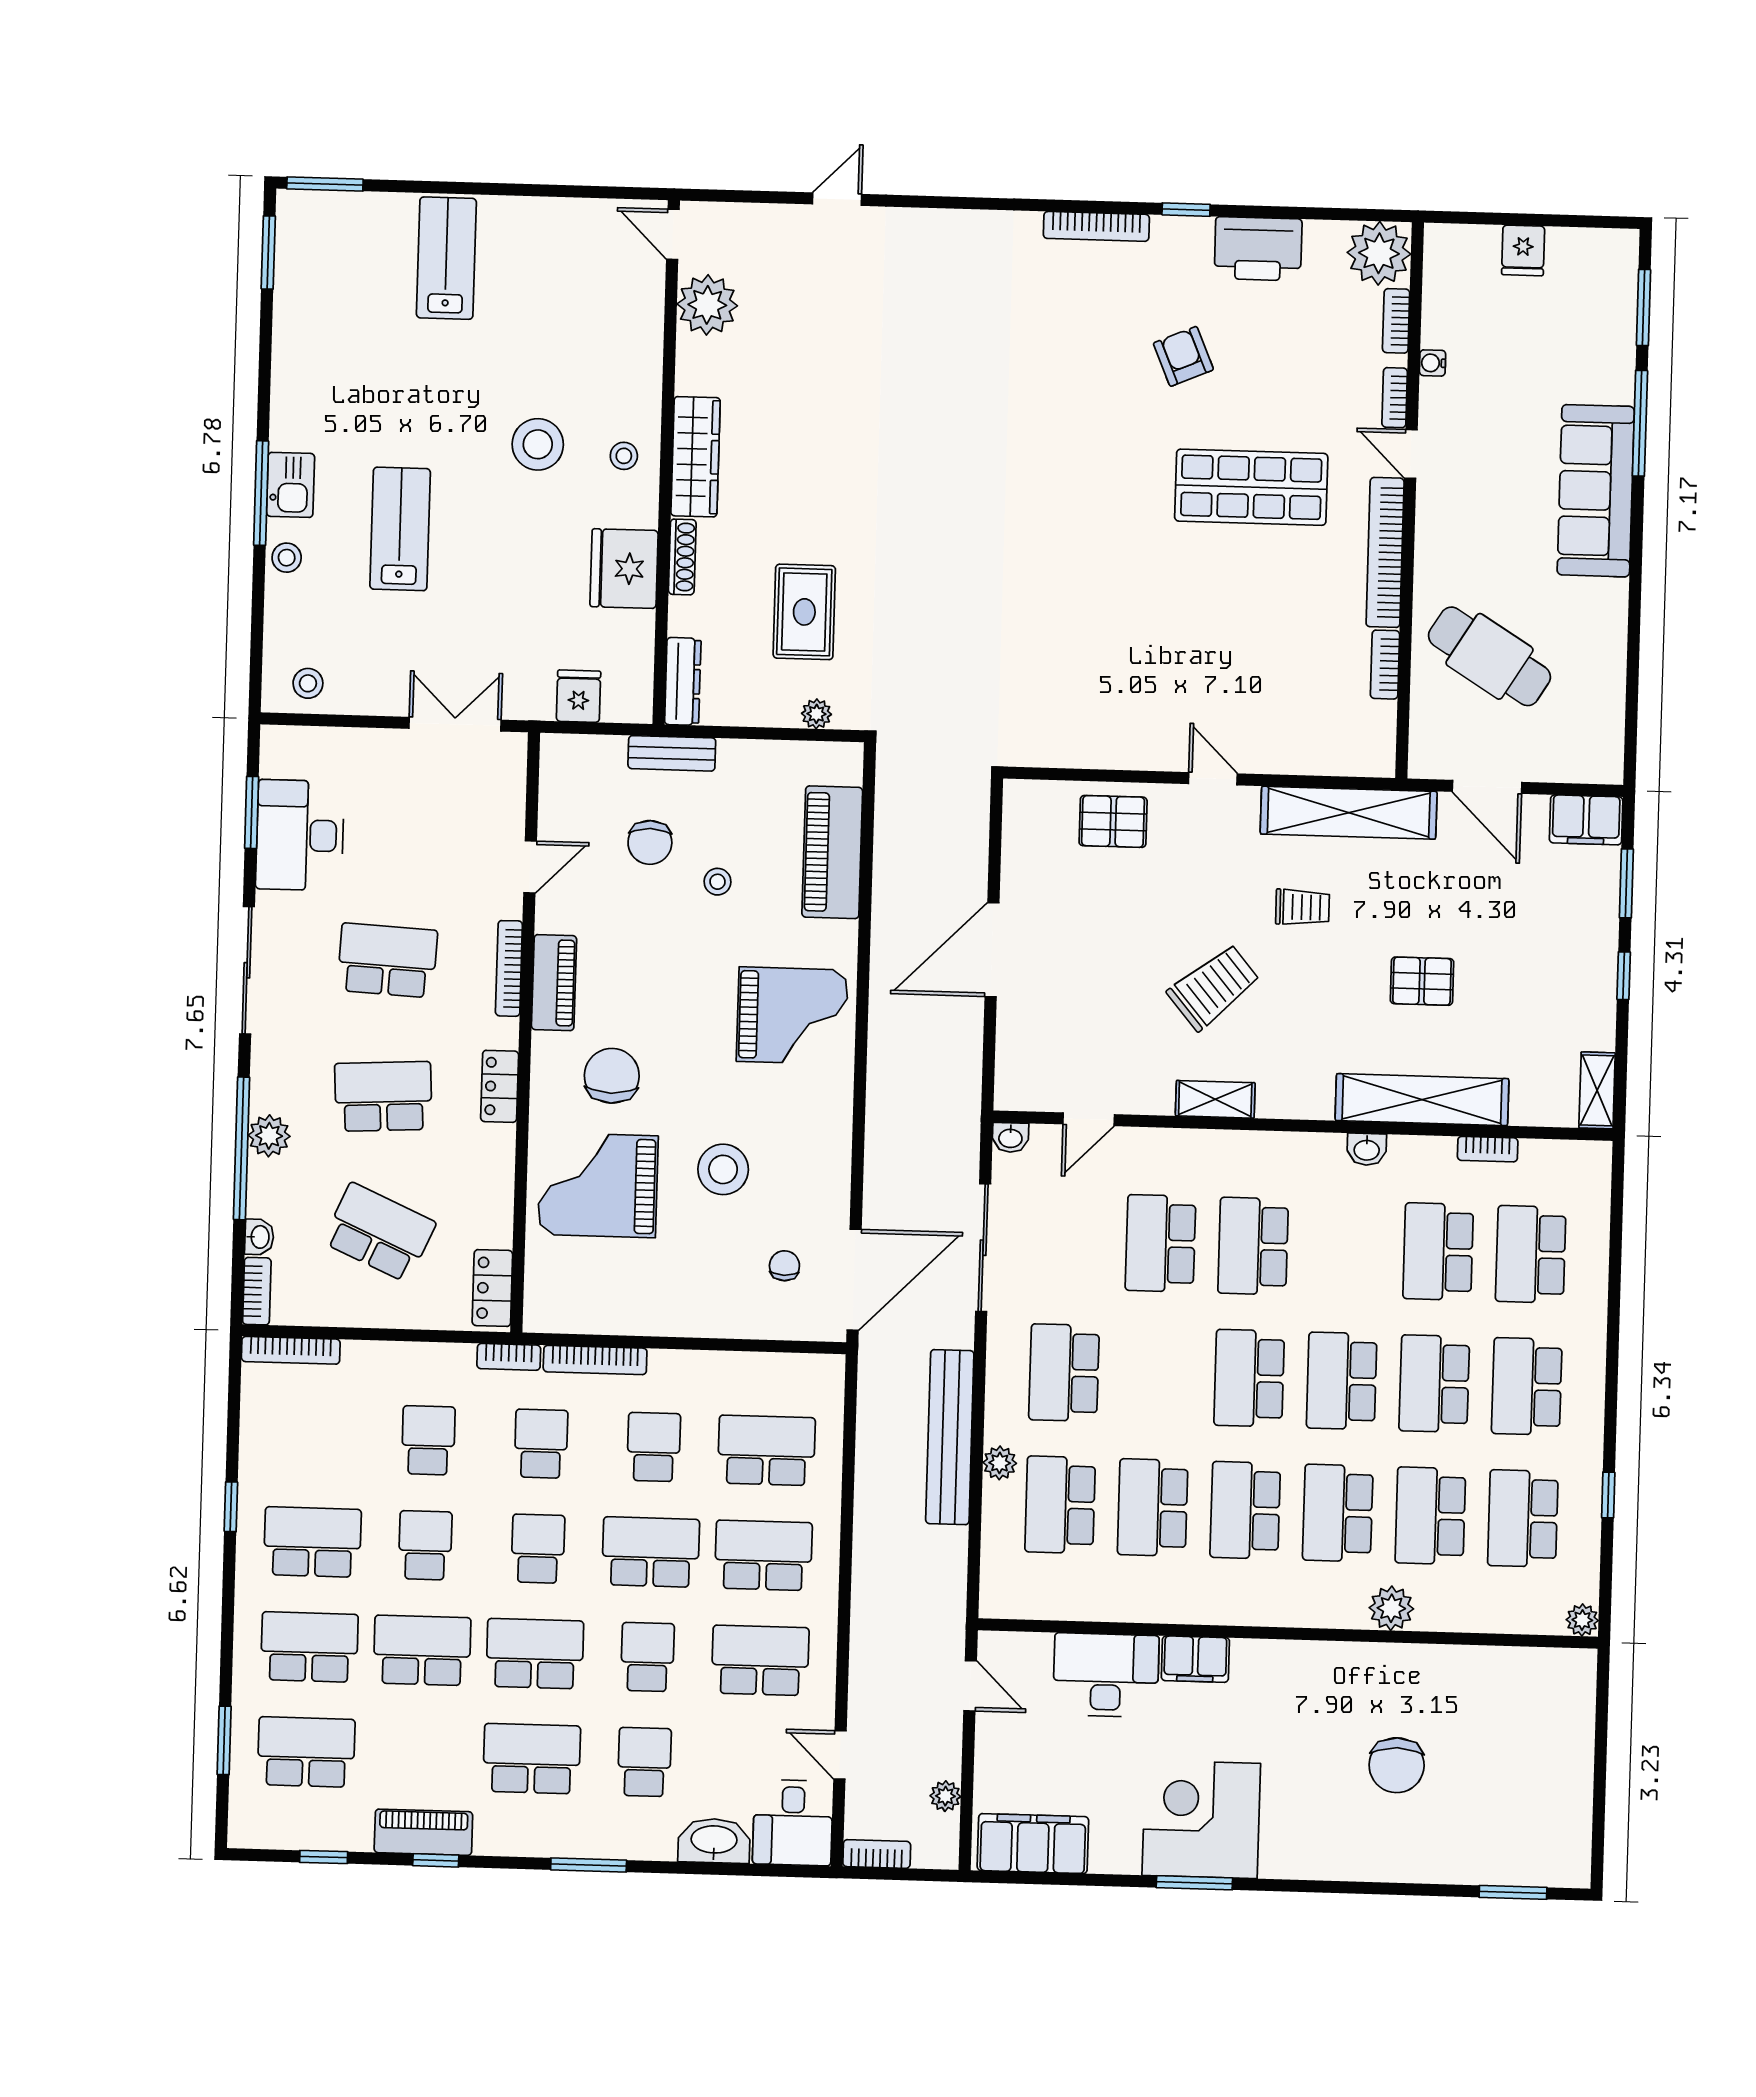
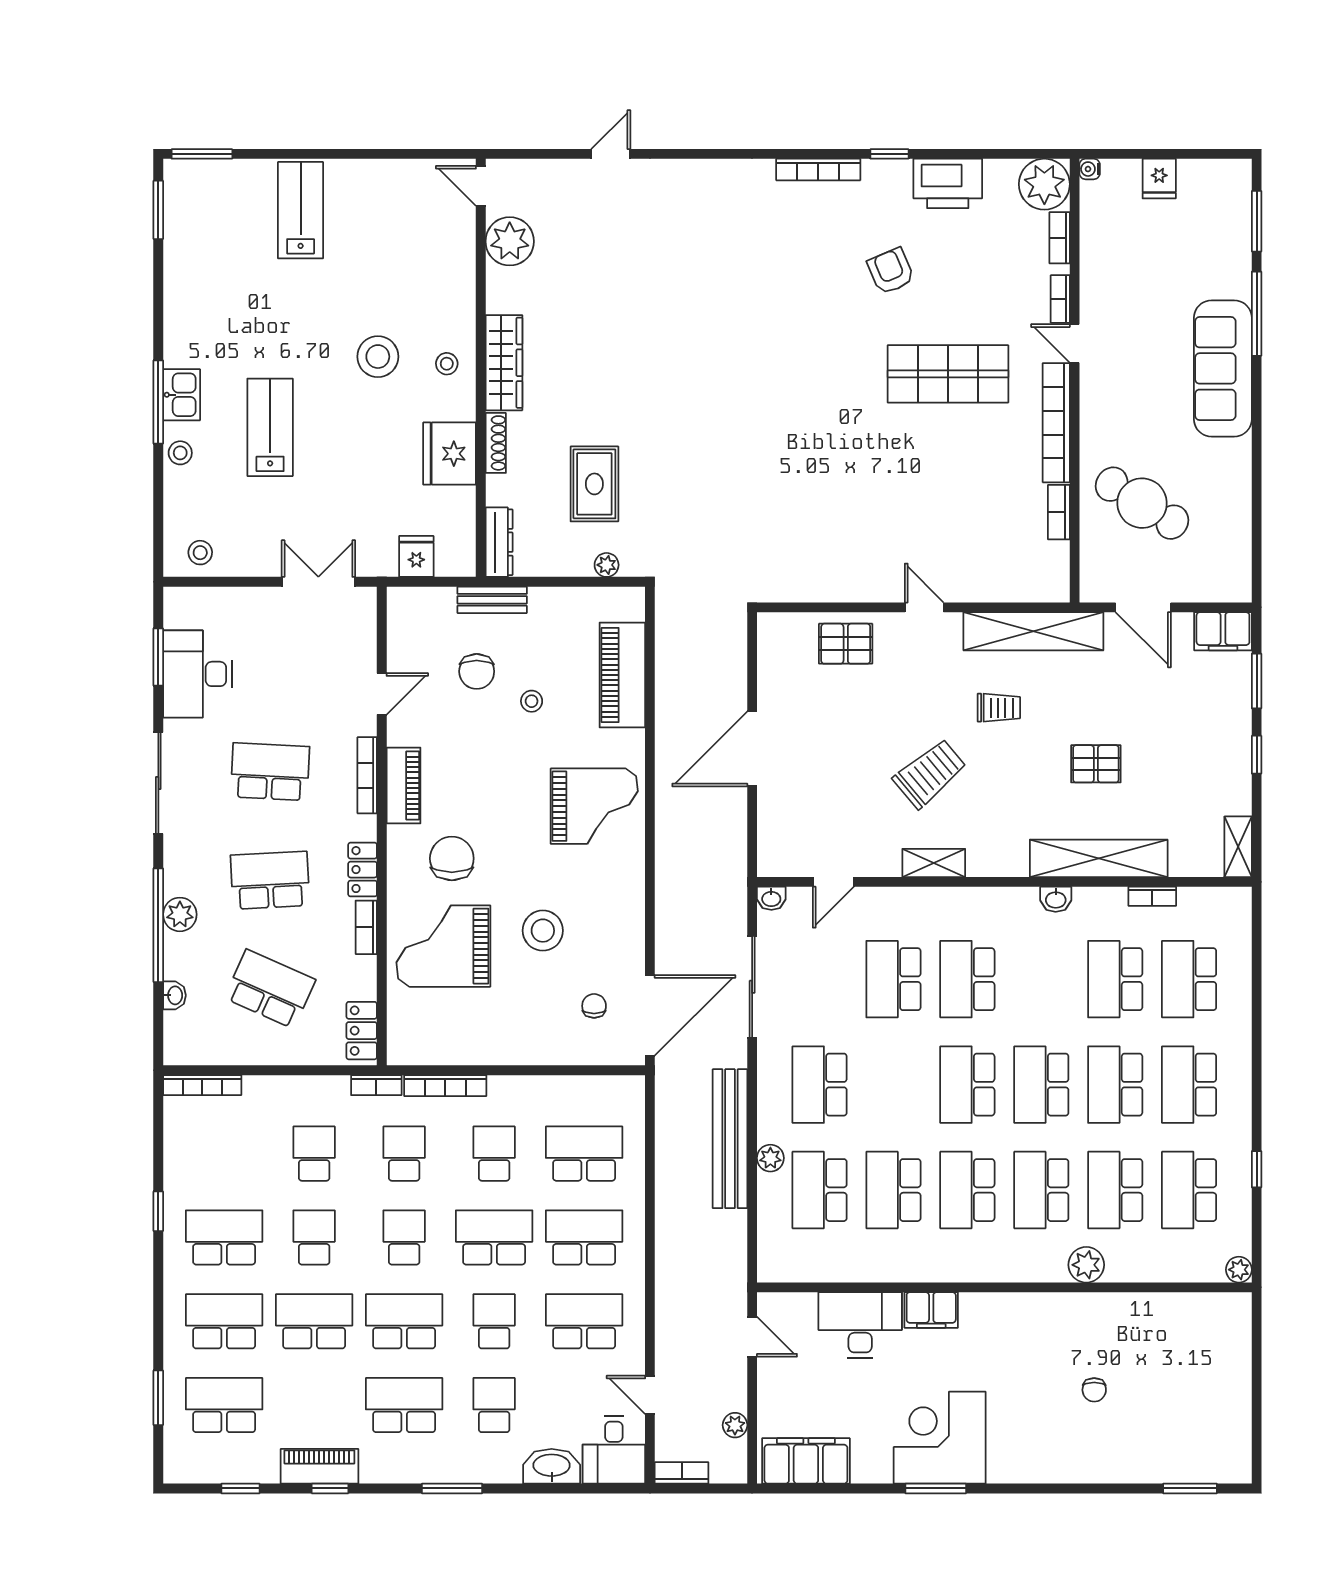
water cooler: (1433, 363) -> (1090, 169), moved
bookcase: (257, 1291) -> (366, 927), moved, turned 180
chair: (1397, 1765) -> (1094, 1390), width x0.54, depth x0.54

